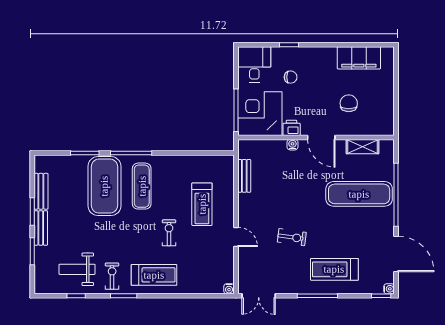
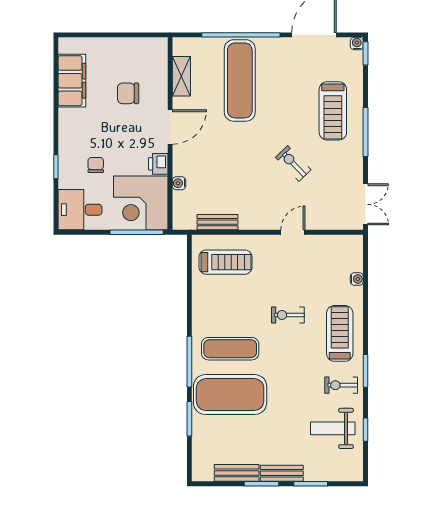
water cooler: (292, 145) -> (179, 183), moved
treadmill: (202, 204) -> (225, 262), moved
exercise bike: (292, 237) -> (293, 163), turned -52
weight bench: (77, 269) -> (333, 428), turned 90
water cooler: (229, 289) -> (357, 279), moved

